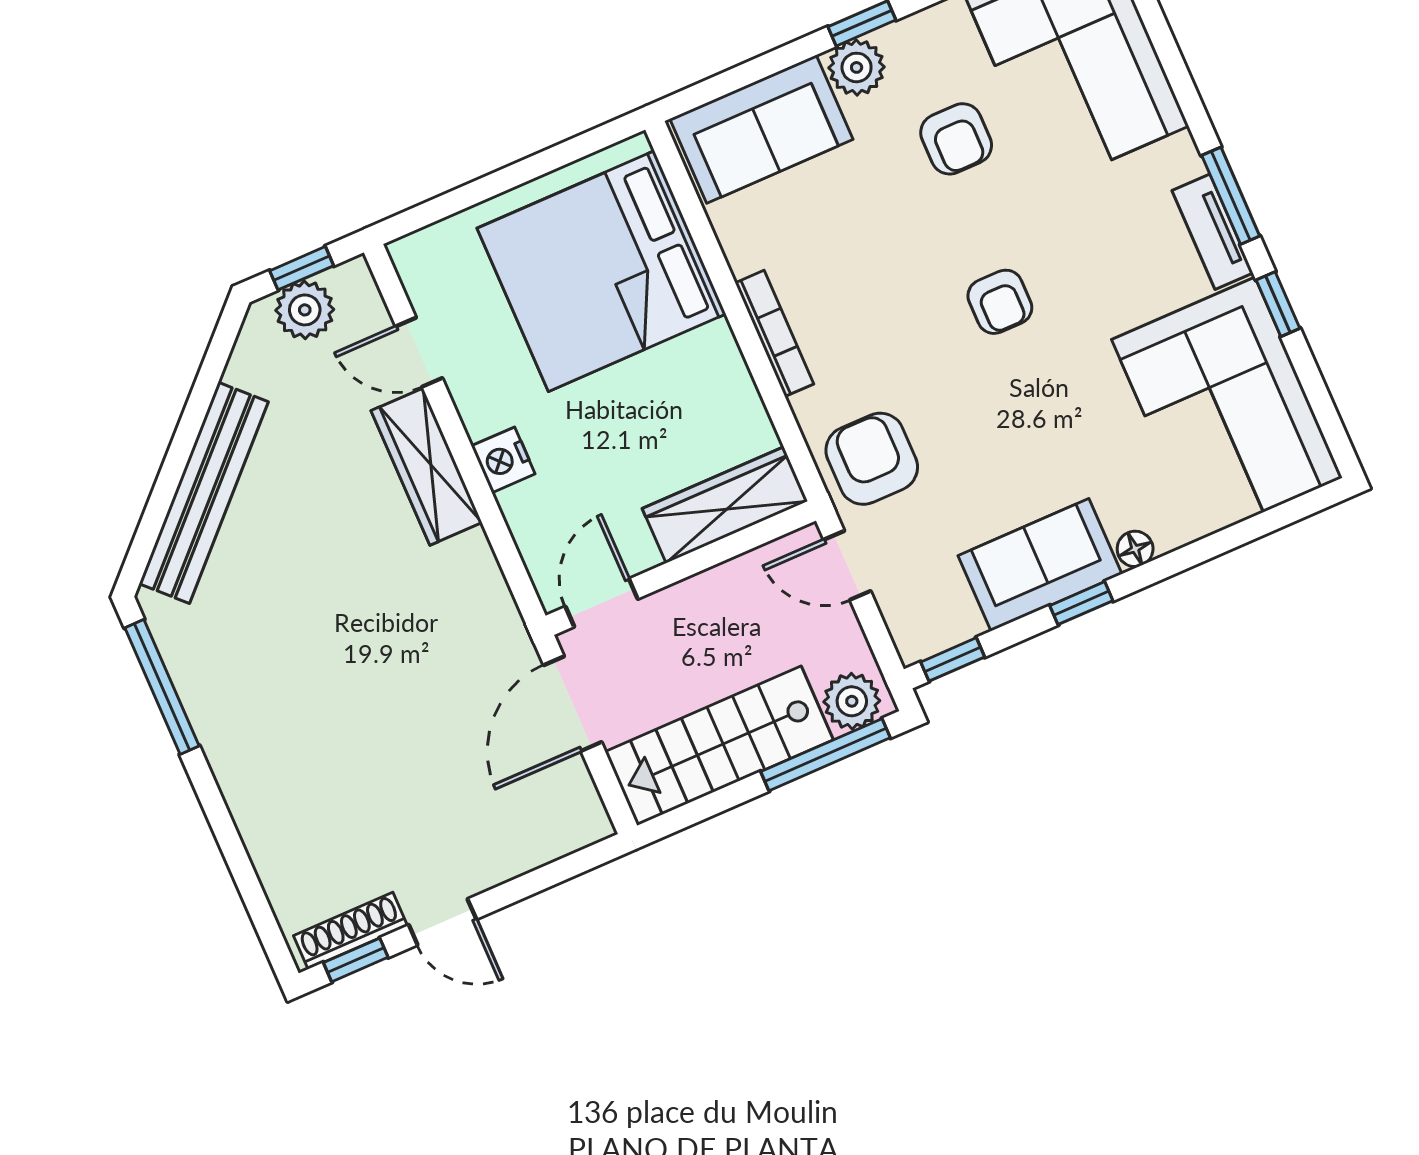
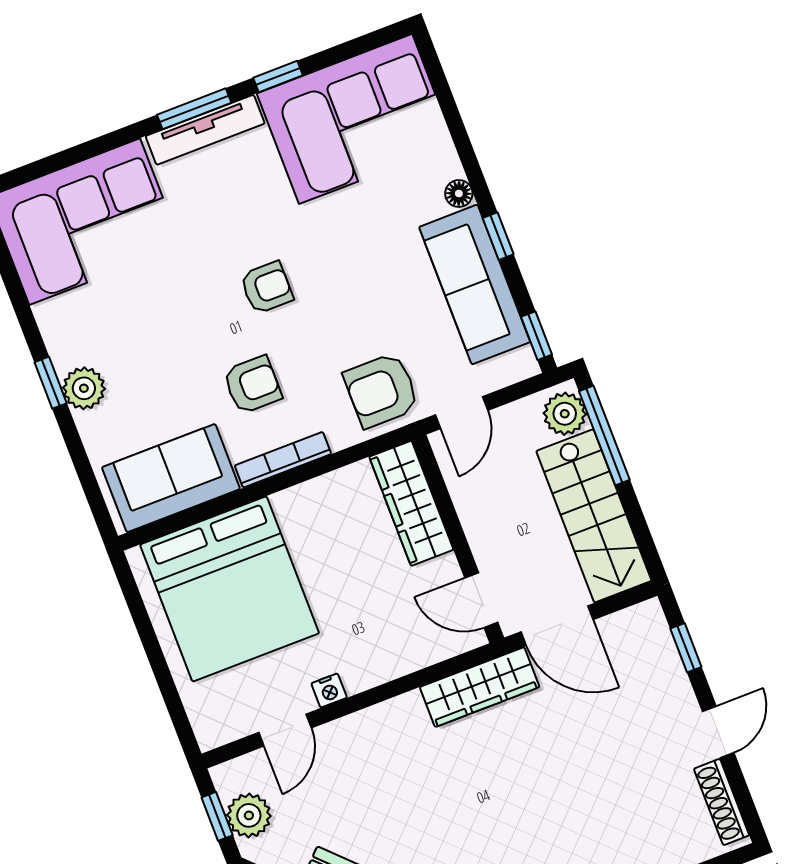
sofa: (761, 129) -> (171, 478), moved, turned -90
armchair: (956, 139) -> (252, 385), moved
tv unit: (1213, 232) -> (205, 130), width x1.41
nightstand: (503, 460) -> (329, 690), moved, width x0.72, depth x0.74
wardrobe: (427, 467) -> (480, 687), moved
sofa: (1040, 565) -> (475, 284), width x1.36
window: (356, 960) -> (686, 648), moved

